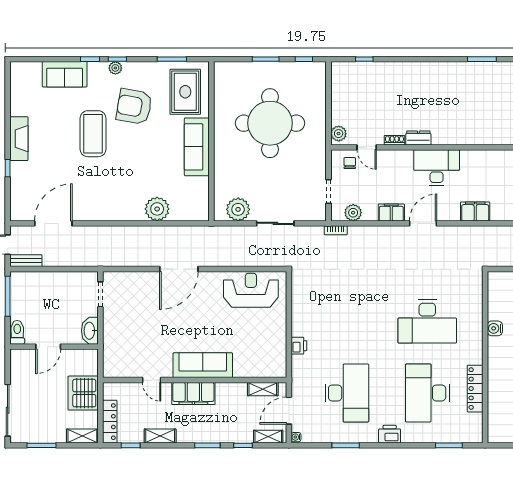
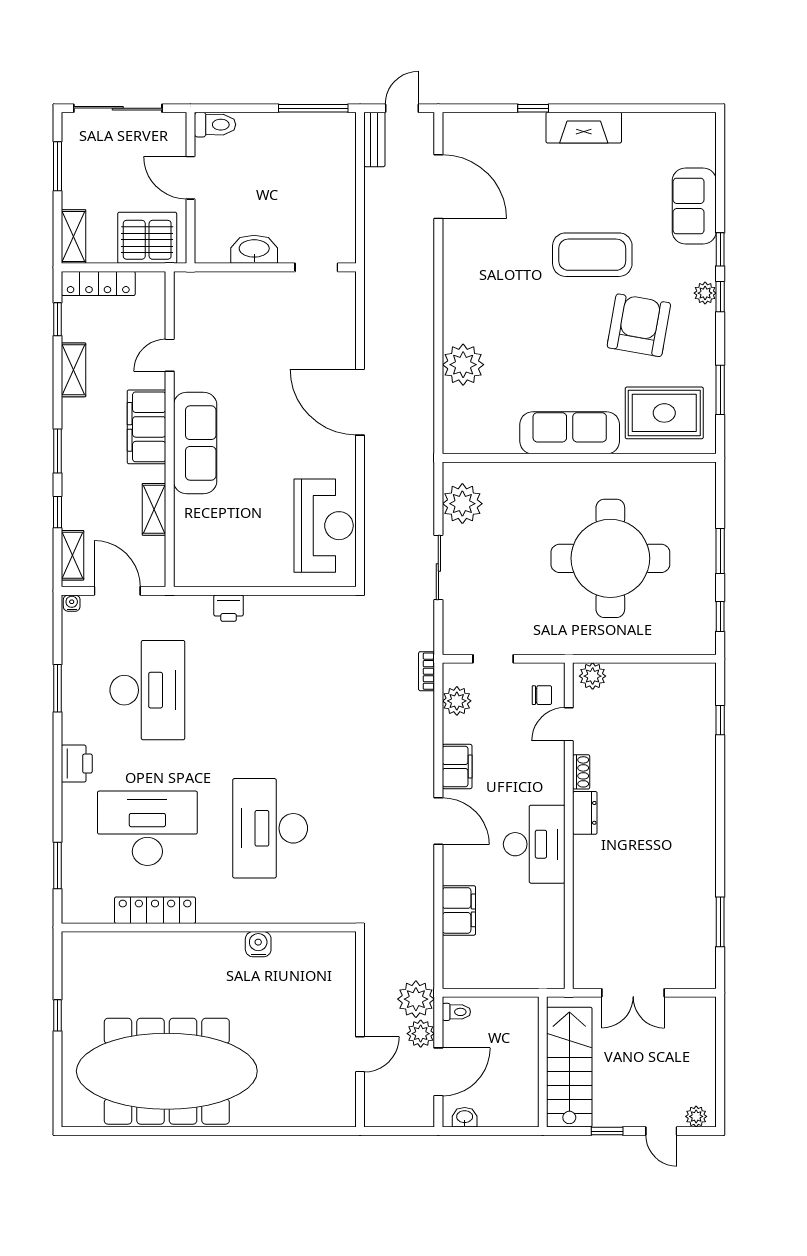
toilet: (17, 332) -> (215, 125), moved
door: (48, 347) -> (190, 178), moved
wall: (54, 347) -> (190, 188), moved
shelving: (263, 389) -> (154, 509), moved
desk: (347, 393) -> (147, 690), turned -90

